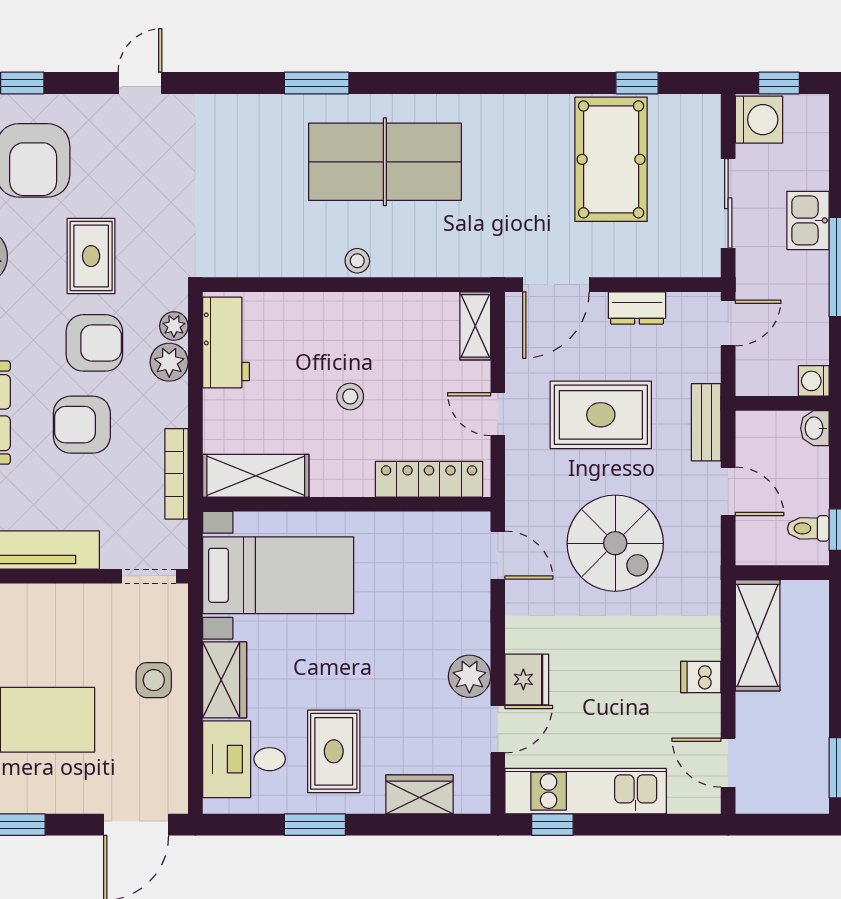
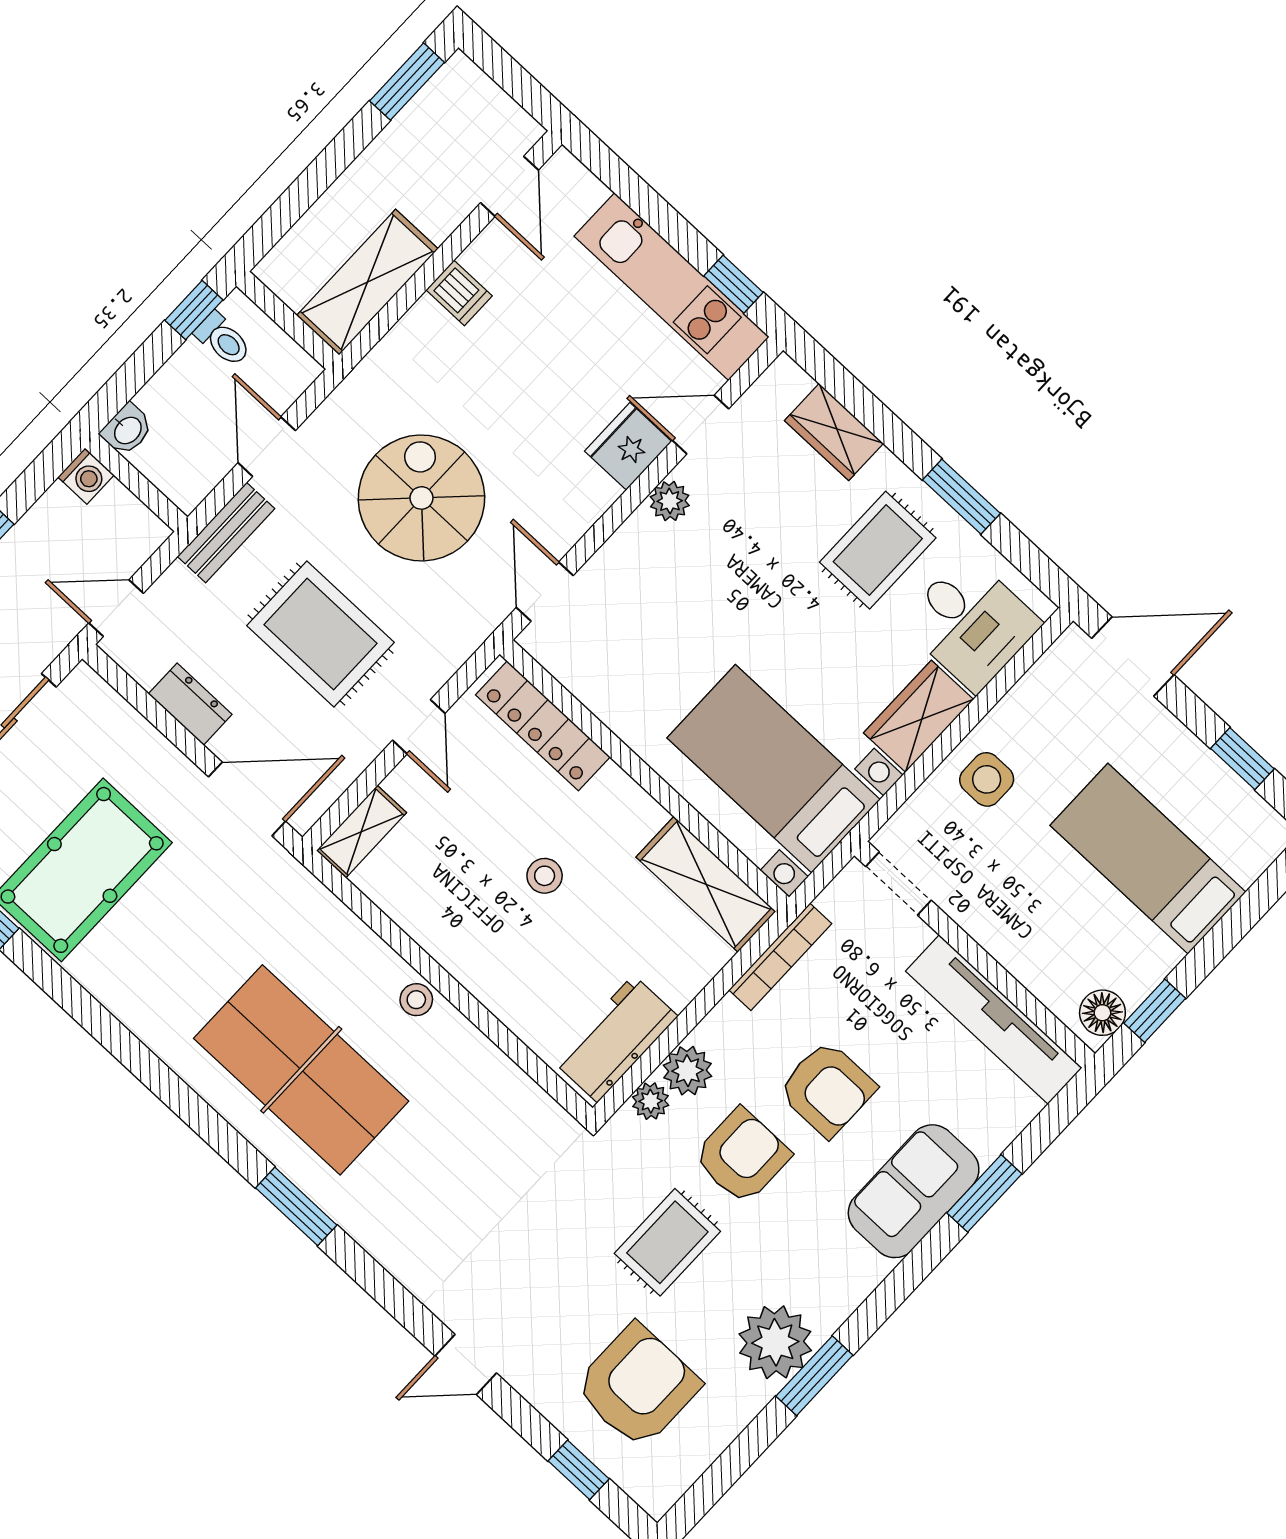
armchair: (94, 343) -> (742, 1156), turned 90
plant: (469, 676) -> (670, 501), width x0.73, depth x0.73

